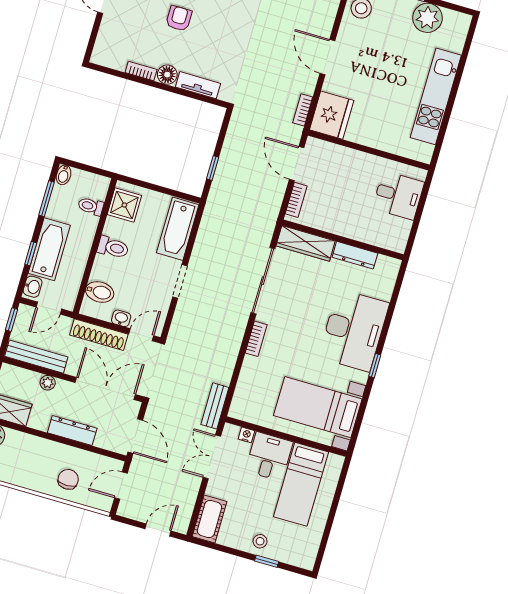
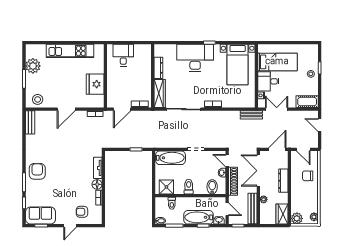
armchair: (179, 18) -> (82, 212), moved
fridge: (332, 115) -> (95, 84), moved, turned -90
double door: (212, 457) -> (277, 109), swing flipped

